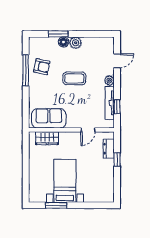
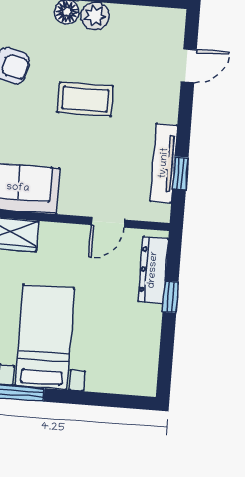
plant: (109, 81) -> (167, 111), removed
dresser: (109, 149) -> (153, 270), width x1.44

